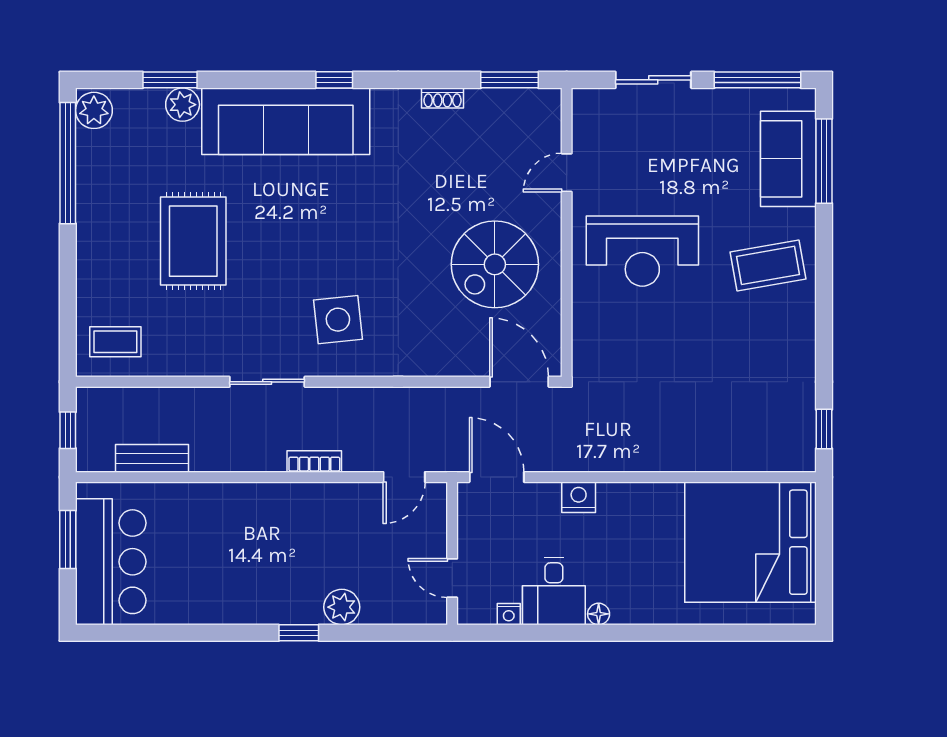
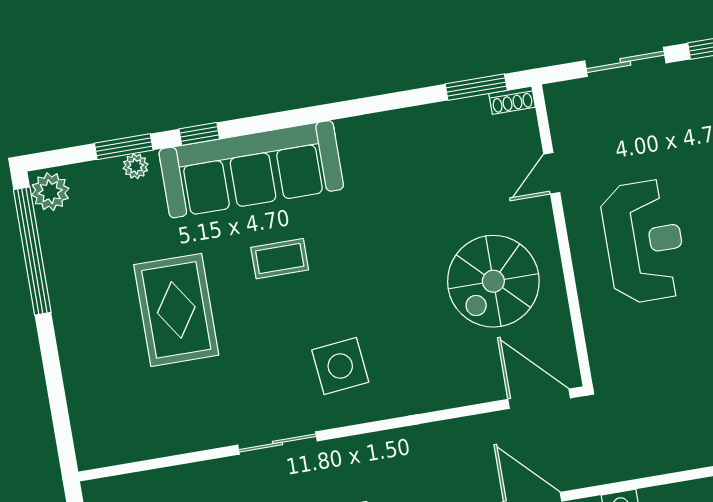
window: (334, 80) -> (199, 134), moved
shoe rack: (443, 98) -> (512, 100), moved
plant: (183, 105) -> (136, 166), width x0.73, depth x0.73
reception desk: (642, 251) -> (644, 241), turned -90
coffee table: (115, 342) -> (280, 259), moved

